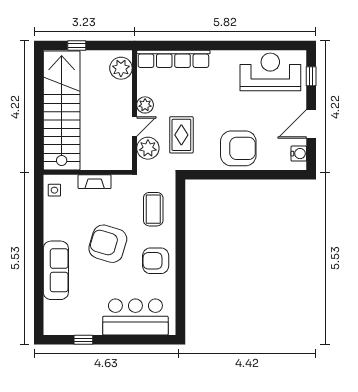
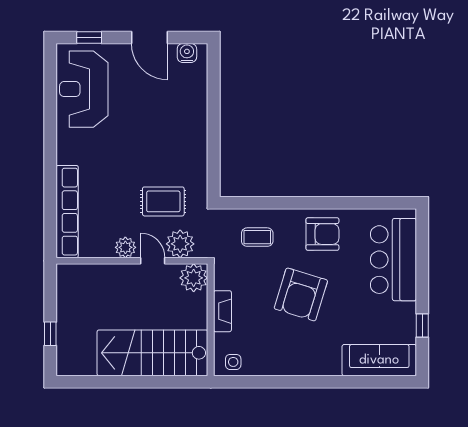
plant: (121, 68) -> (194, 278), moved
stairs: (62, 110) -> (152, 353), width x0.73
armchair: (238, 148) -> (180, 129), removed
coffee table: (153, 209) -> (257, 237), width x0.73, depth x0.77
armchair: (156, 261) -> (322, 234), turned -90
sofa: (56, 270) -> (379, 360), moved

